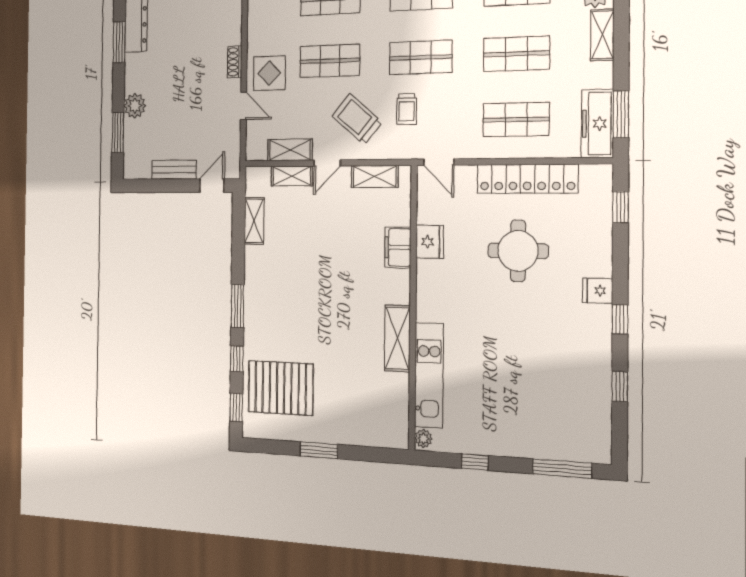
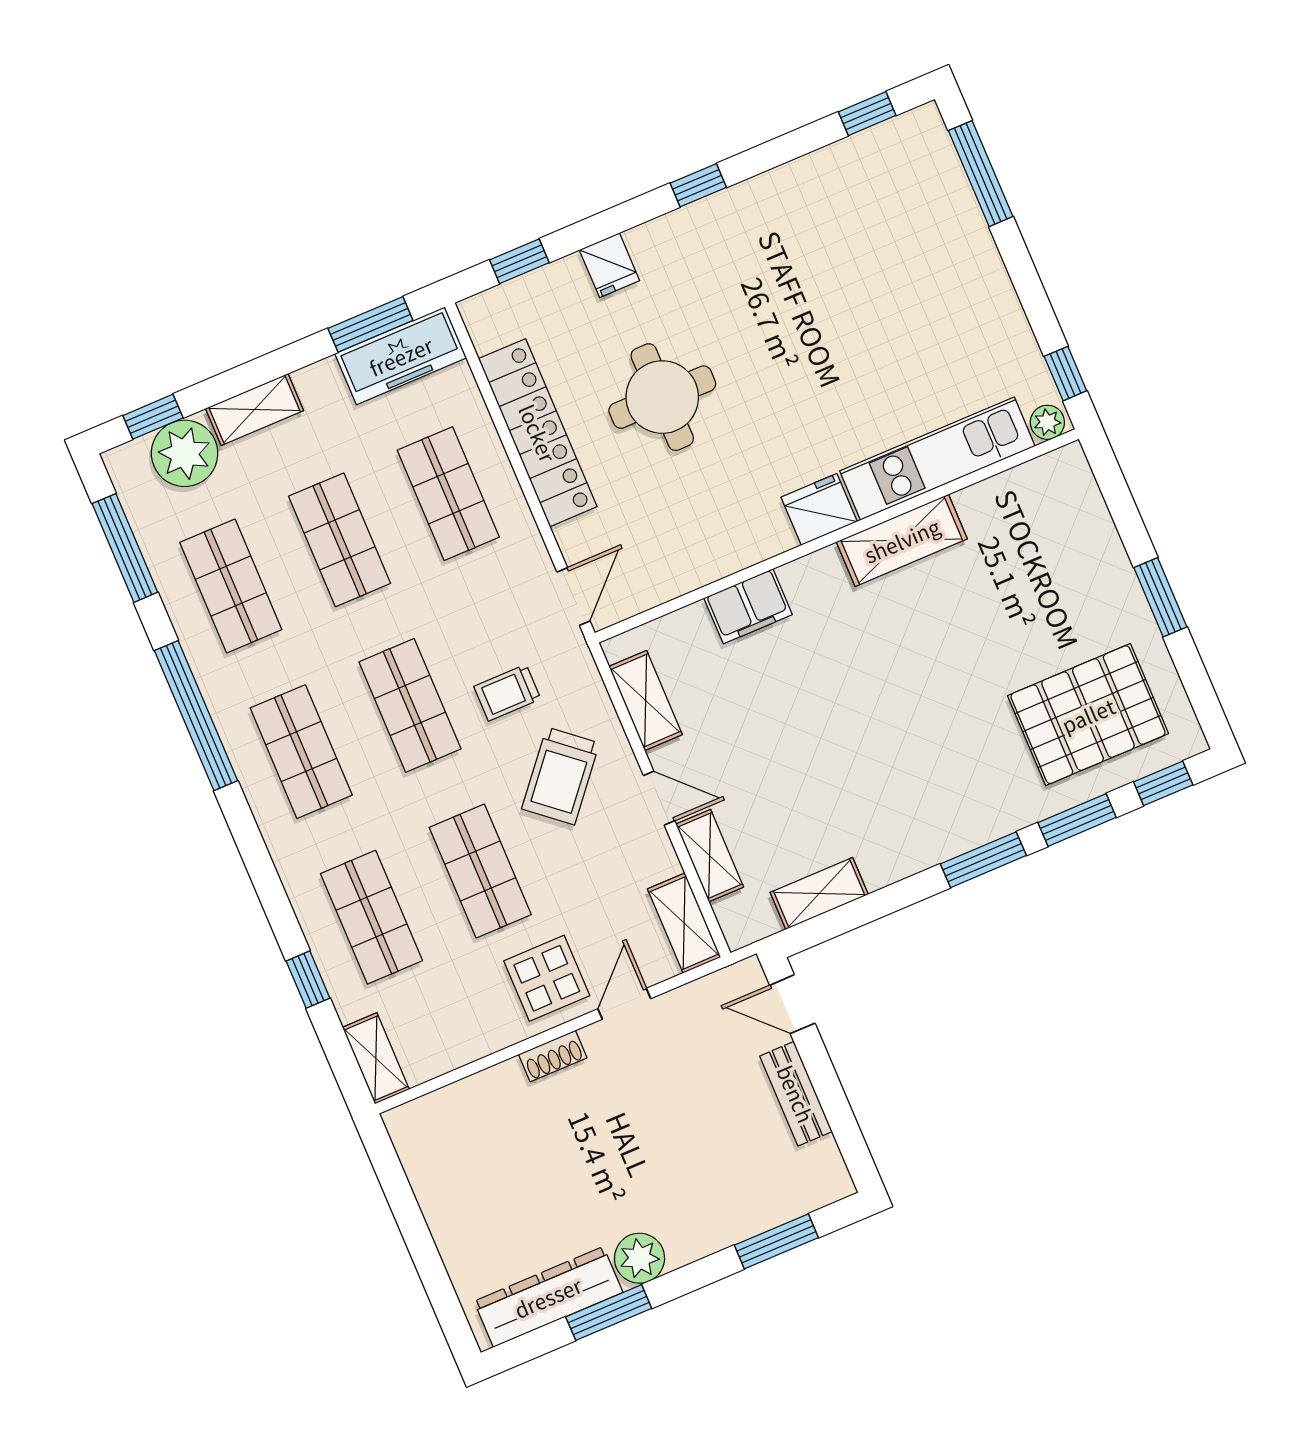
plant: (135, 106) -> (640, 1258), moved
trolley: (407, 109) -> (507, 693), turned 180
shelving: (290, 150) -> (684, 923), moved
fridge: (430, 242) -> (819, 509), moved
fridge: (598, 291) -> (609, 265), moved
window: (237, 359) -> (1077, 820), width x1.50
window: (620, 387) -> (867, 114), moved
pallet: (281, 388) -> (1088, 715), turned 90
window: (475, 462) -> (1065, 374), moved

